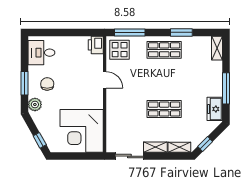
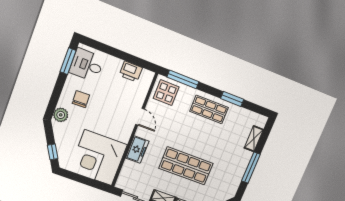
printer: (96, 45) -> (131, 72), moved, turned -90
shelving: (217, 48) -> (254, 139), moved
window: (25, 83) -> (68, 61), moved
shop shelf: (164, 109) -> (186, 166), width x1.43, depth x1.36
freezer: (215, 109) -> (137, 150), moved, turned 180

